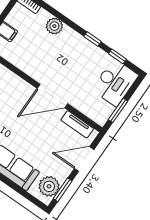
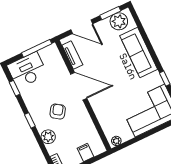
window: (93, 39) -> (30, 120), moved
armchair: (59, 58) -> (58, 112), added
window: (118, 110) -> (37, 48), width x1.44

